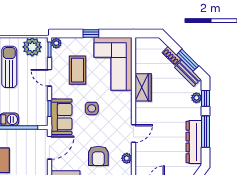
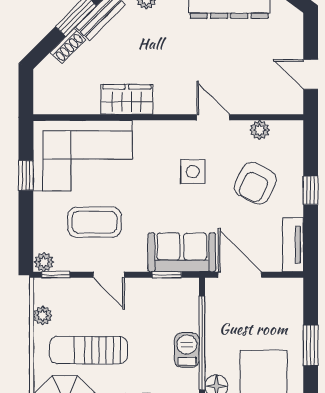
window: (91, 33) -> (26, 175), moved
plant: (32, 47) -> (43, 315), width x0.53, depth x0.53
door: (49, 78) -> (109, 275), hinge flipped
side table: (92, 108) -> (193, 172), moved
armchair: (98, 156) -> (255, 183), turned 116

